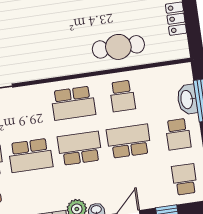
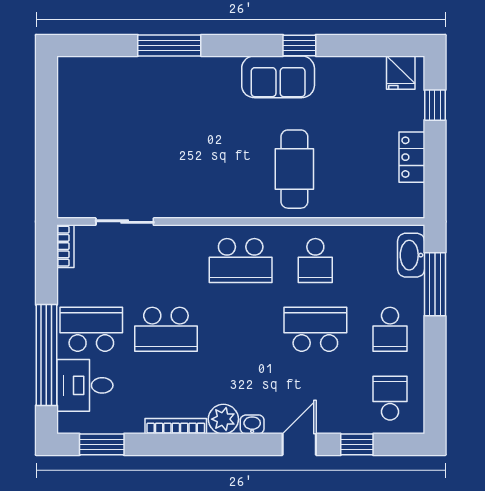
cafe table: (118, 47) -> (294, 169), moved, turned 90
washbasin: (187, 99) -> (411, 255), moved
school desk: (80, 148) -> (241, 329), removed

